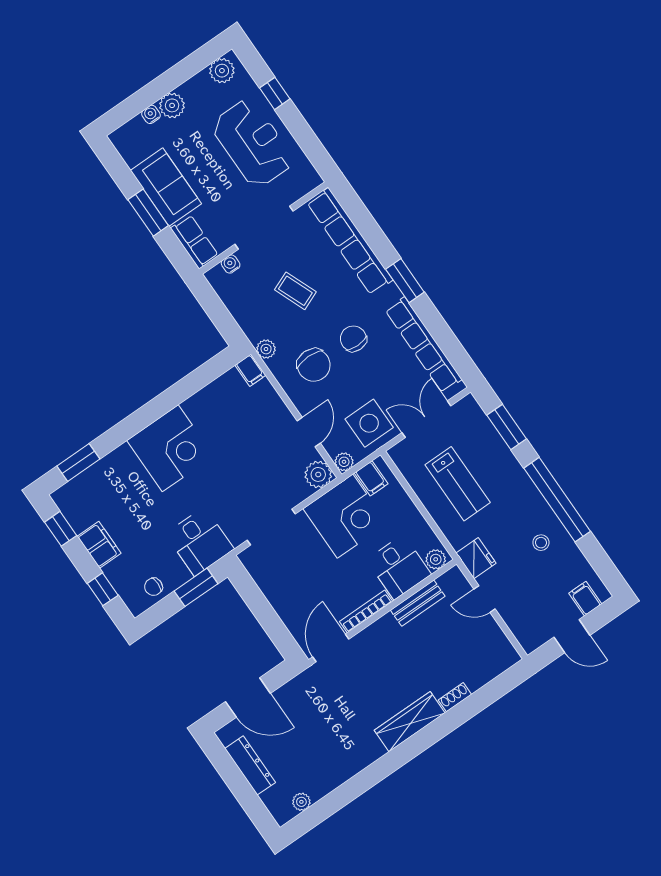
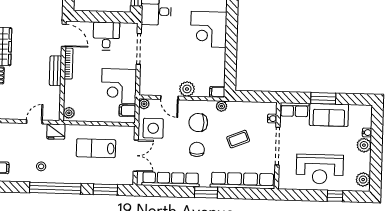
chair: (353, 339) -> (197, 149), turned -90
plant: (318, 474) -> (187, 89), moved
desk: (399, 567) -> (106, 36), moved, turned 90
bench: (418, 603) -> (56, 71), moved

